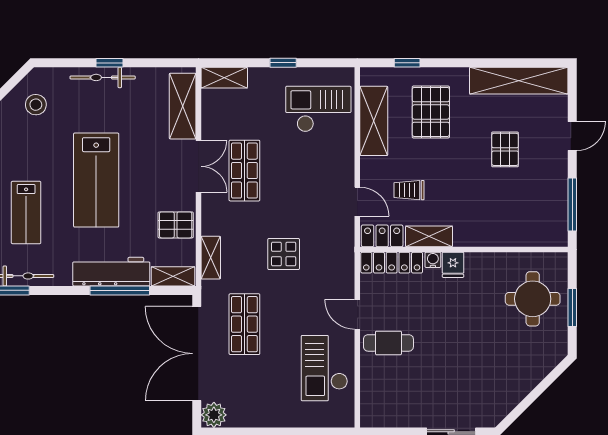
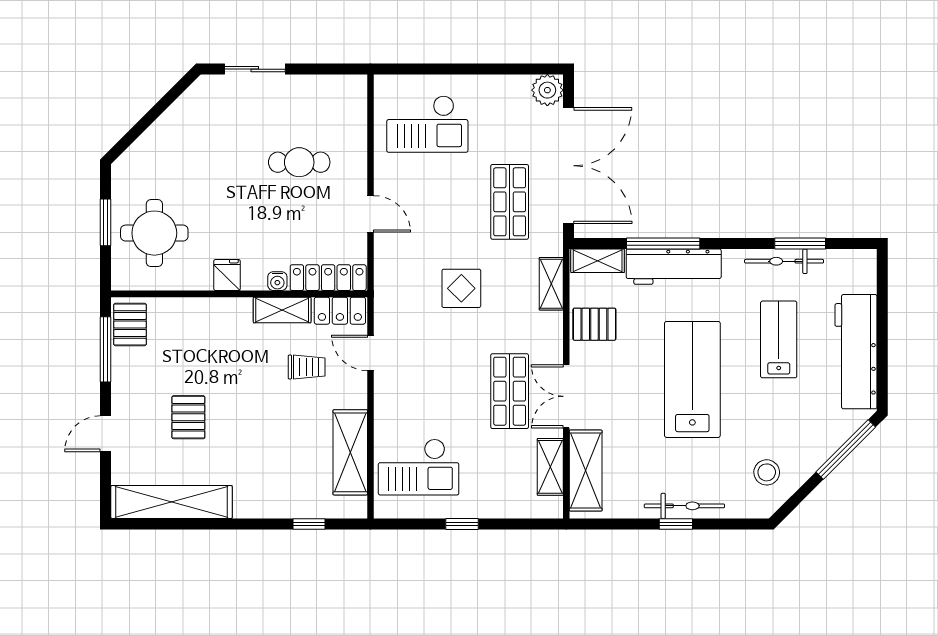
shelving: (224, 78) -> (550, 467), moved, turned 90
pallet: (431, 112) -> (130, 324), moved, width x0.67, depth x0.71
fridge: (453, 265) -> (227, 275), moved
cafe table: (388, 343) -> (299, 162), moved
checkout: (324, 368) -> (427, 124), moved, turned 90

